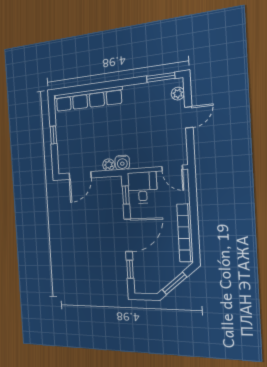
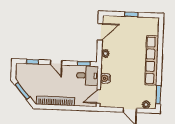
row of seats: (88, 99) -> (152, 60), moved
water cooler: (122, 162) -> (105, 78), moved
door: (80, 176) -> (100, 32), swing flipped
door: (128, 235) -> (56, 63), width x0.53

